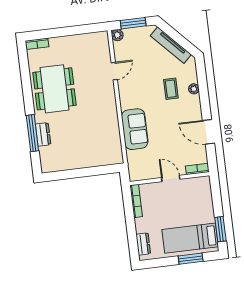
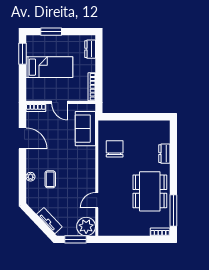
plant: (117, 35) -> (86, 227), width x1.88, depth x1.88
tv unit: (171, 45) -> (49, 221), width x0.71
sofa: (135, 129) -> (85, 129), moved
window: (32, 133) -> (173, 211), moved
chair: (101, 133) -> (115, 149), added
bed: (190, 238) -> (49, 67), moved

